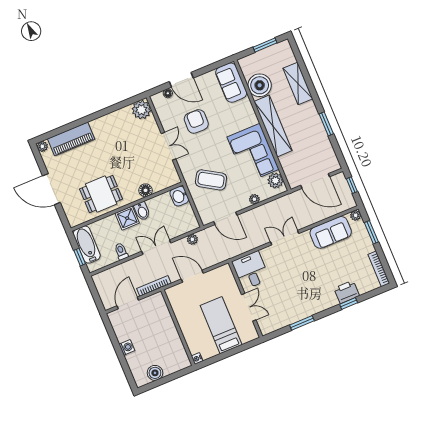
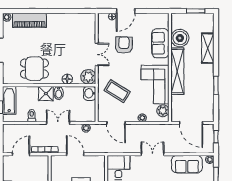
door: (181, 80) -> (126, 11), hinge flipped
sofa: (231, 83) -> (160, 43), moved
plant: (141, 110) -> (88, 77), moved

